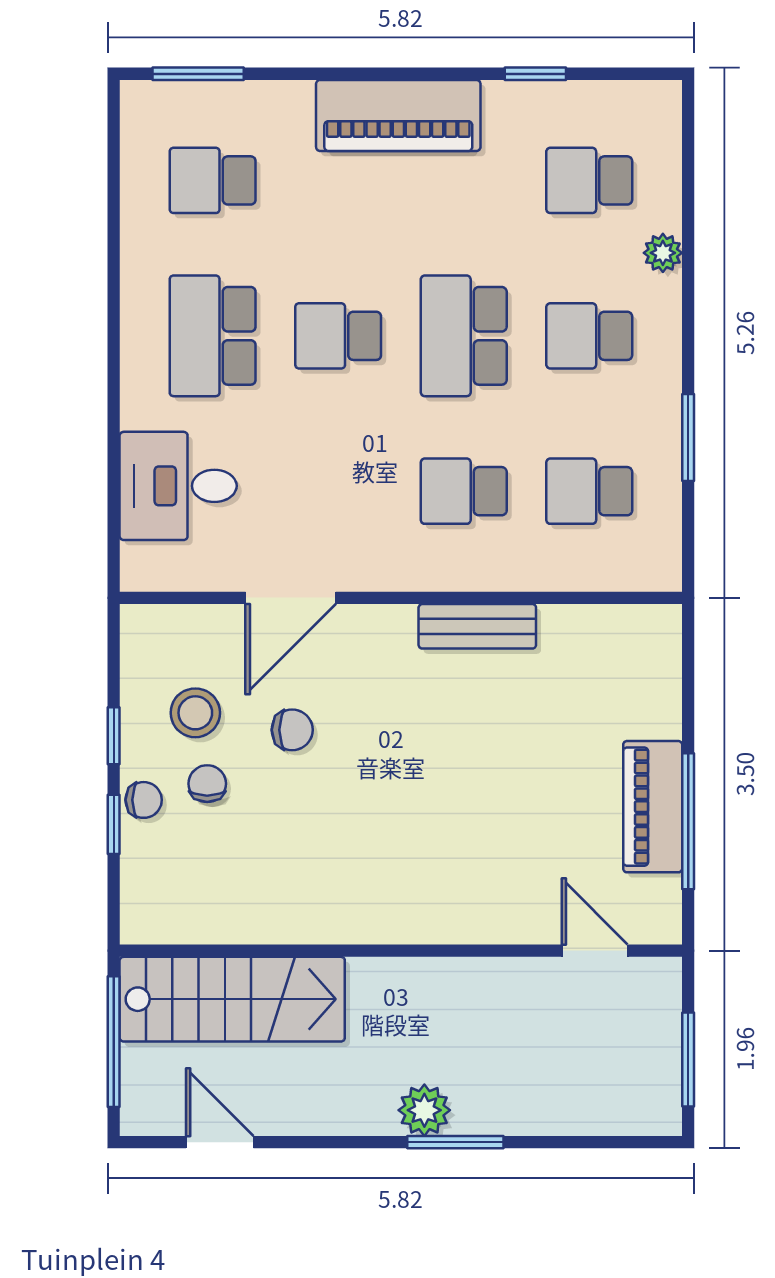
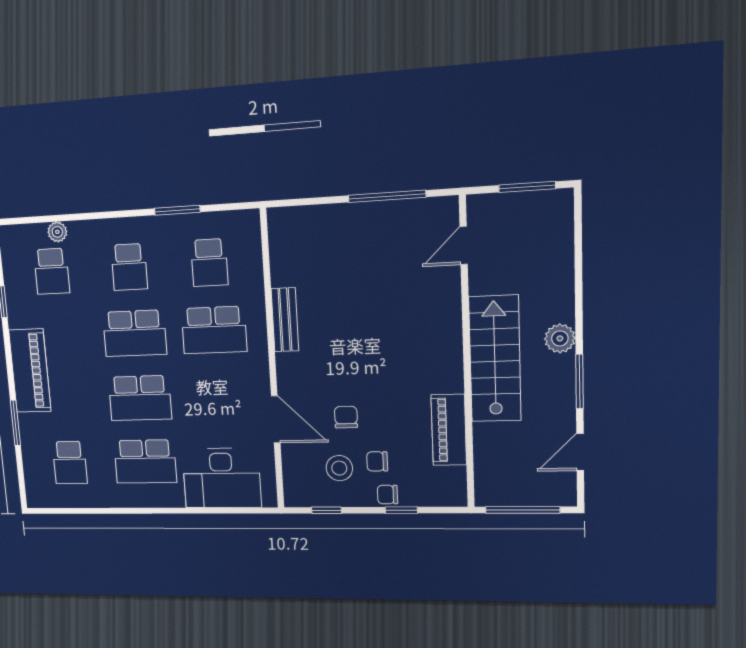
window: (198, 74) -> (15, 423), moved
plant: (663, 253) -> (57, 232), moved
school desk: (338, 336) -> (140, 398), width x1.85
desk: (178, 486) -> (222, 478), width x1.37
school desk: (464, 491) -> (214, 330), width x1.85
window: (114, 736) -> (327, 510), moved
chair: (144, 800) -> (387, 495), turned -90
piano: (653, 807) -> (449, 430), moved, turned 90
stairs: (232, 999) -> (495, 359), moved
window: (455, 1142) -> (579, 382), moved

